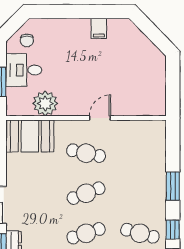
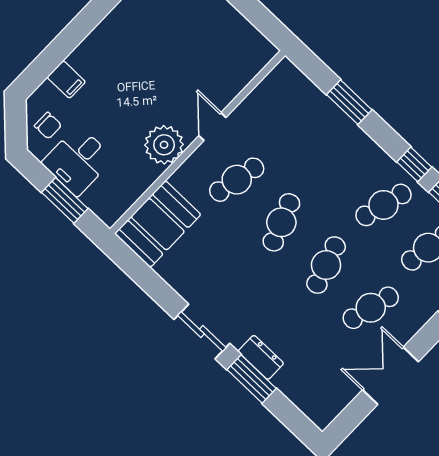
filing cabinet: (99, 28) -> (66, 79), moved
plant: (45, 103) -> (164, 145), moved
window: (173, 186) -> (349, 102), moved

